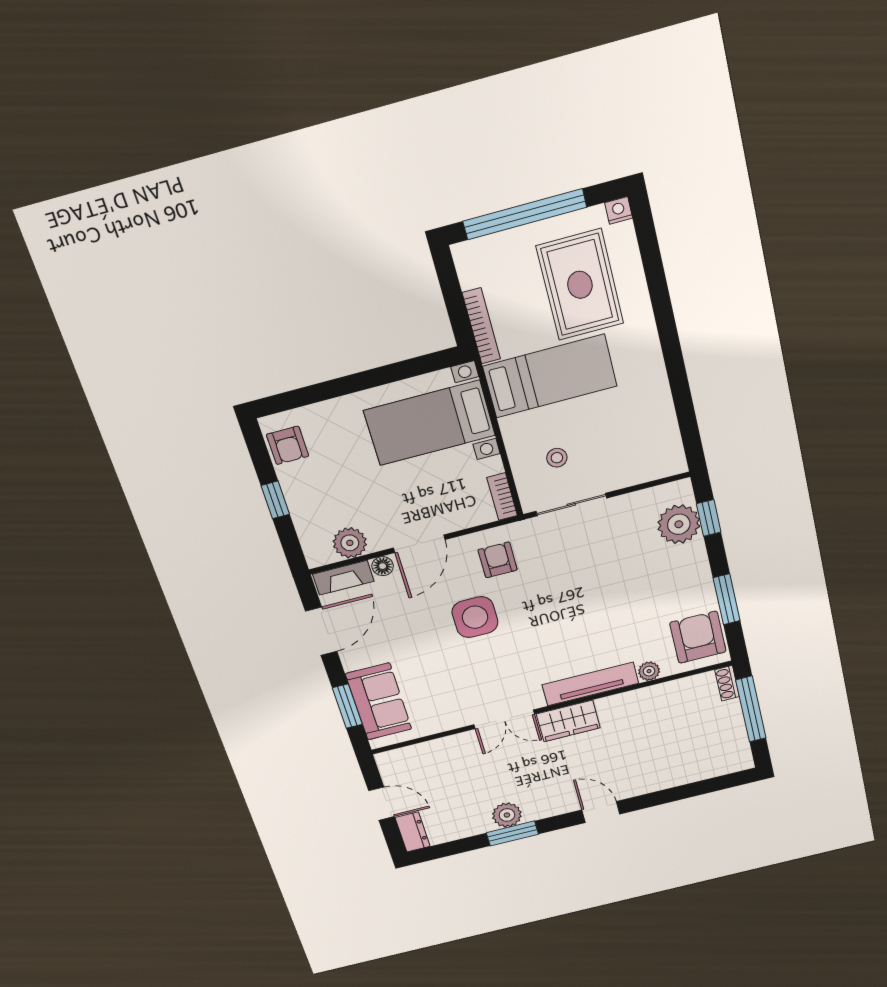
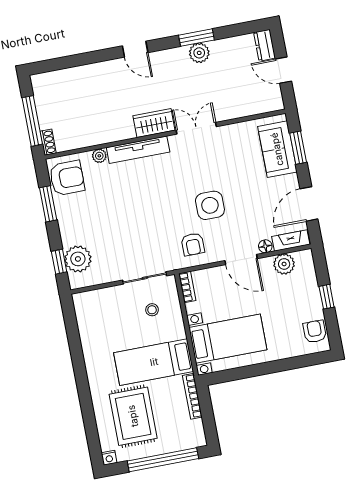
door: (419, 544) -> (241, 260), swing flipped
armchair: (698, 637) -> (67, 178), turned -90

